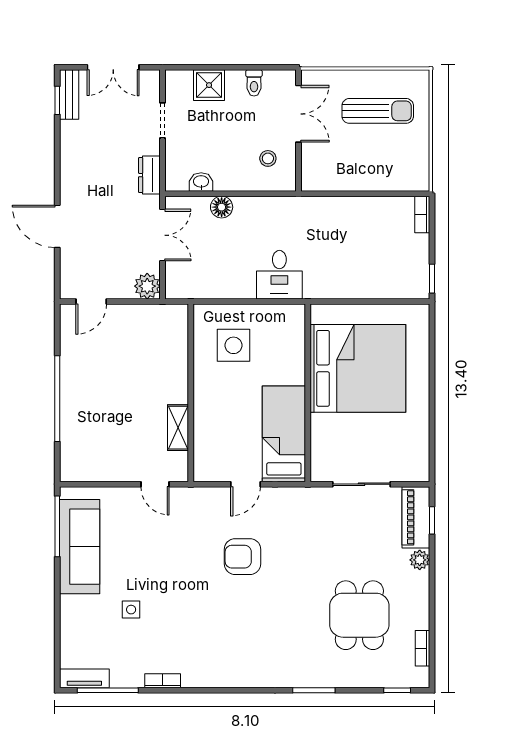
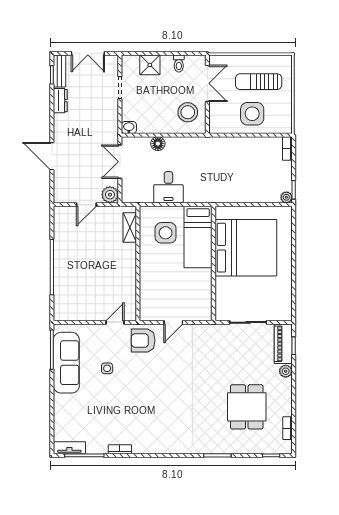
sun lounger: (378, 111) -> (259, 82), turned 180
stool: (268, 158) -> (188, 112), width x1.89, depth x1.89
side table: (368, 161) -> (252, 114), added
dresser: (149, 175) -> (60, 101), moved, turned 180
washbasin: (201, 182) -> (129, 127), moved
double door: (163, 235) -> (120, 162), swing flipped
desk: (279, 275) -> (168, 187), moved
plant: (421, 290) -> (286, 197), added
door: (91, 301) -> (86, 205), moved
shelving: (178, 428) -> (130, 228), moved
bed: (284, 434) -> (198, 237), moved, turned 180
door: (155, 484) -> (115, 322), swing flipped
armchair: (243, 557) -> (143, 340), moved
side table: (131, 610) -> (107, 368), moved

